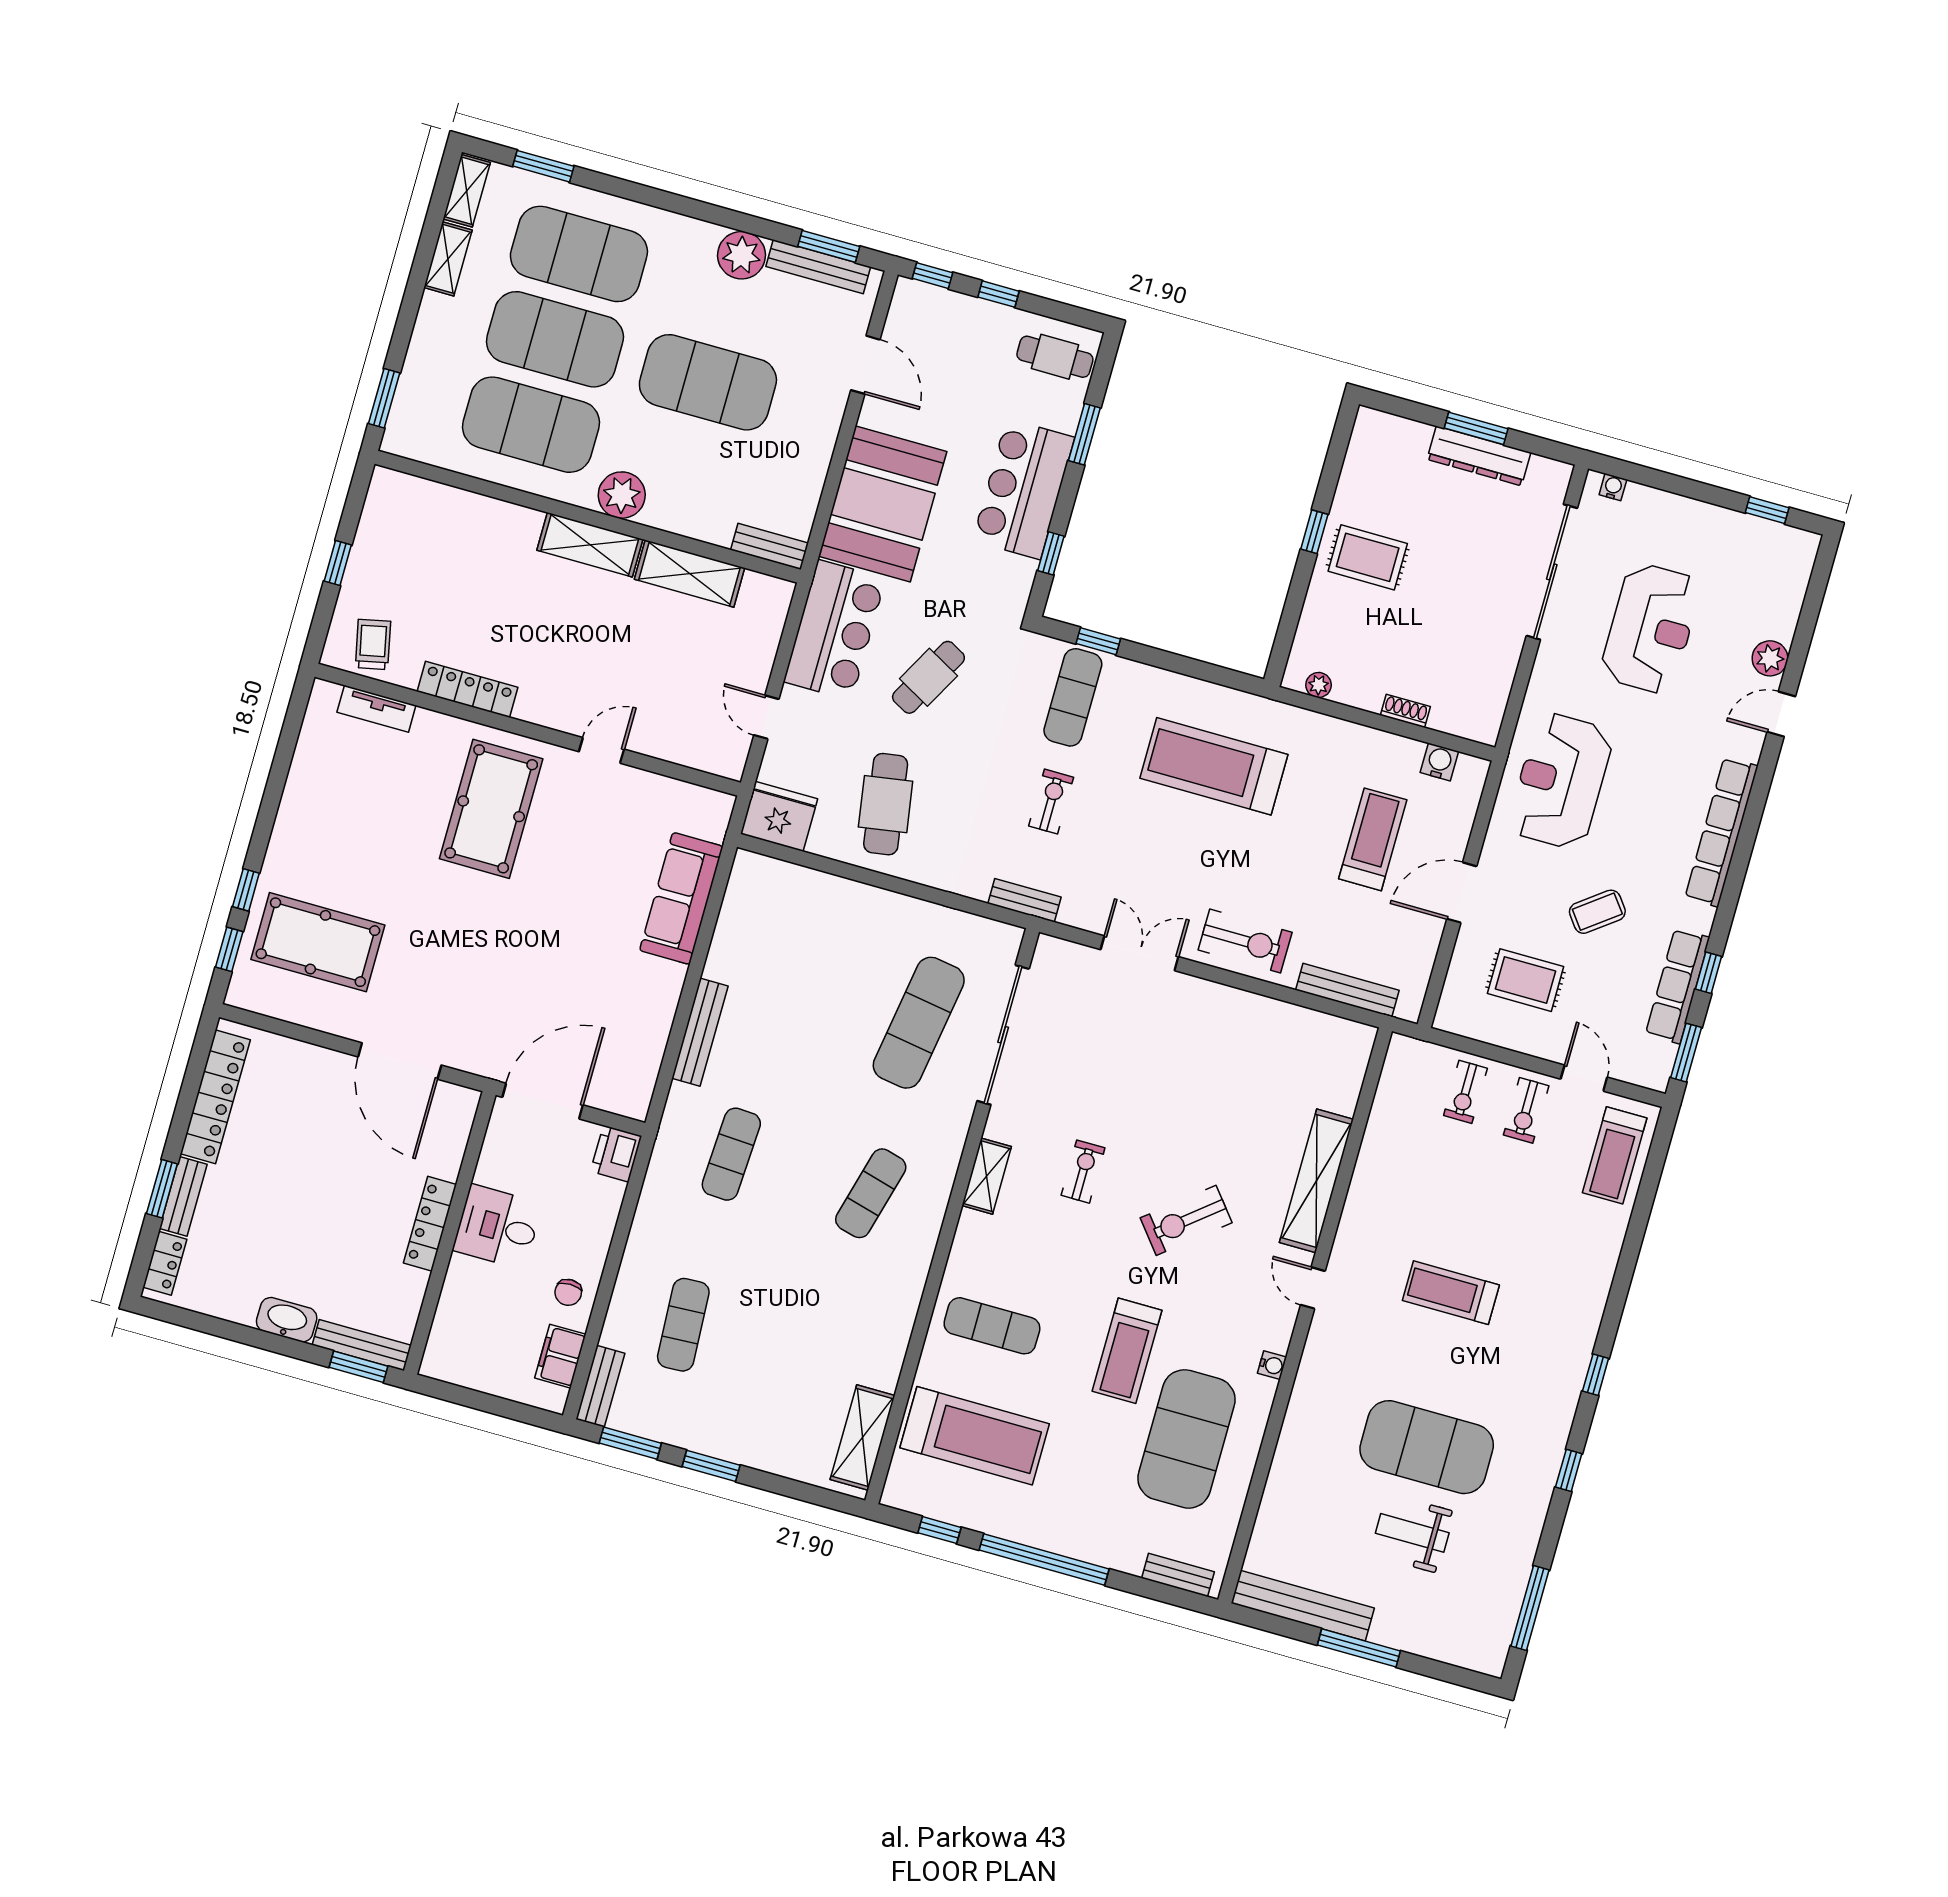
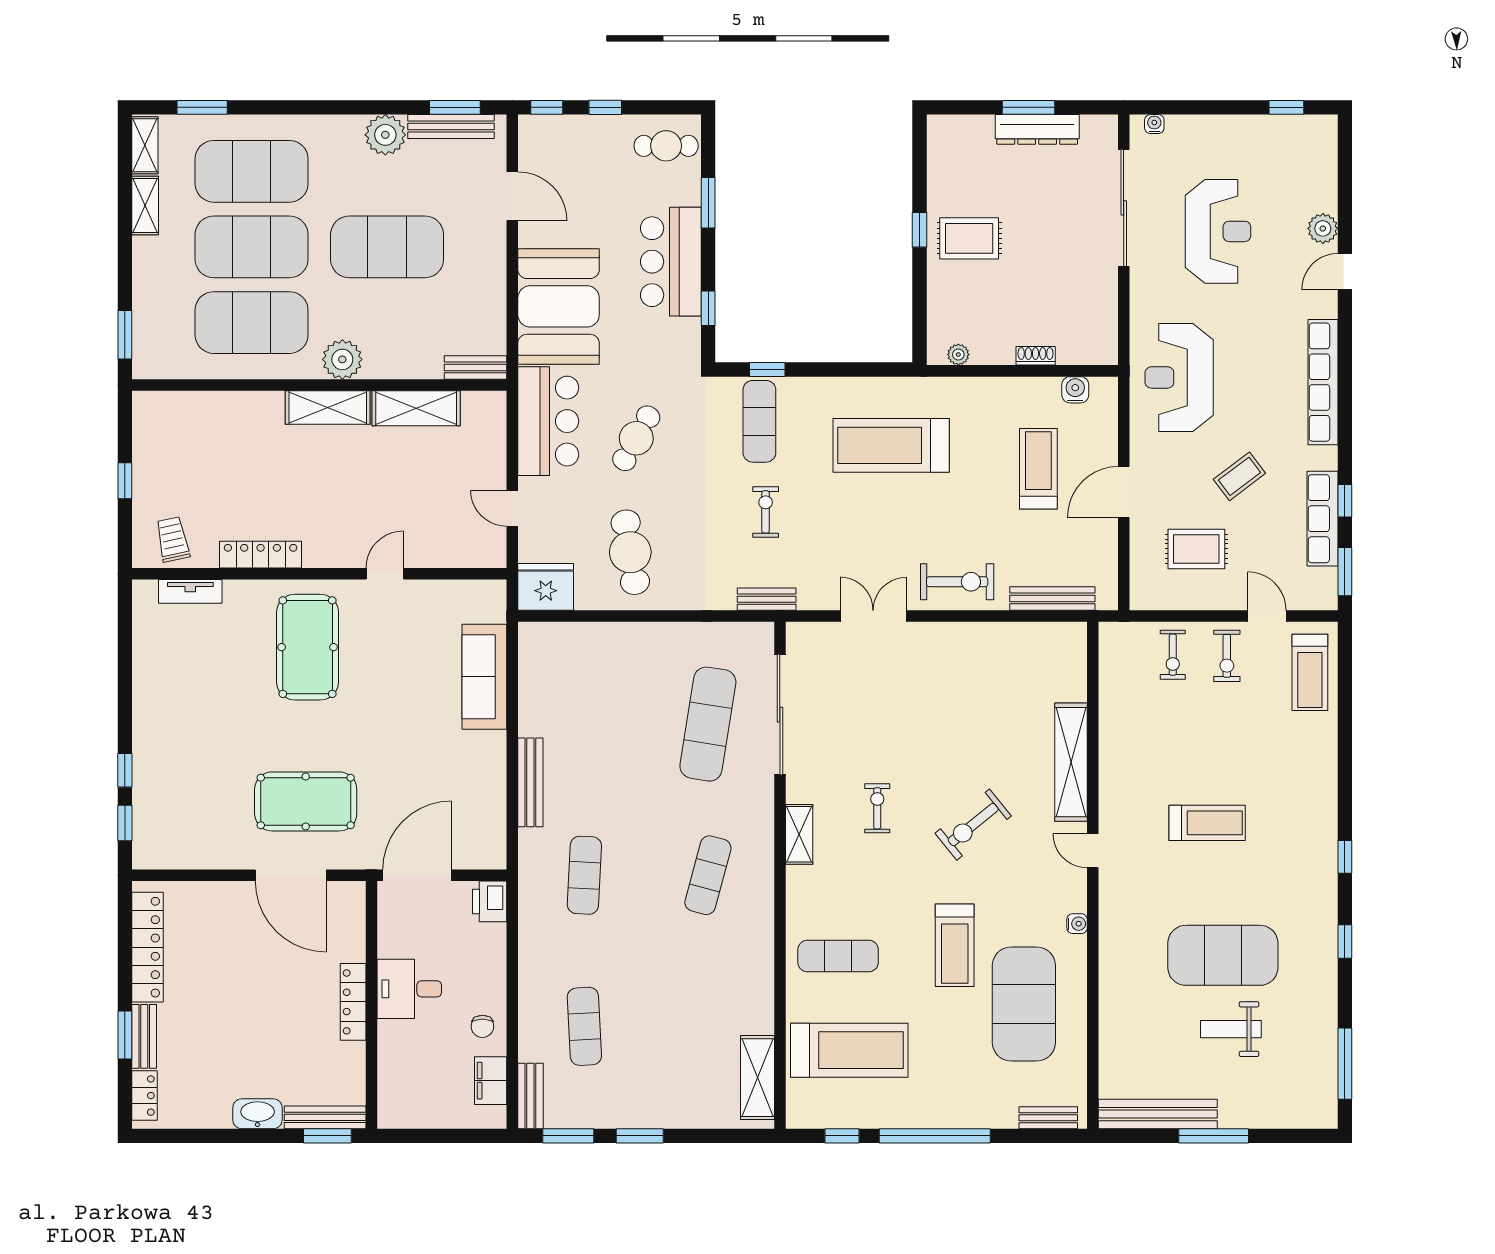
pool table: (318, 942) -> (306, 801), moved
treadmill: (1451, 1293) -> (1207, 823), turned 180

